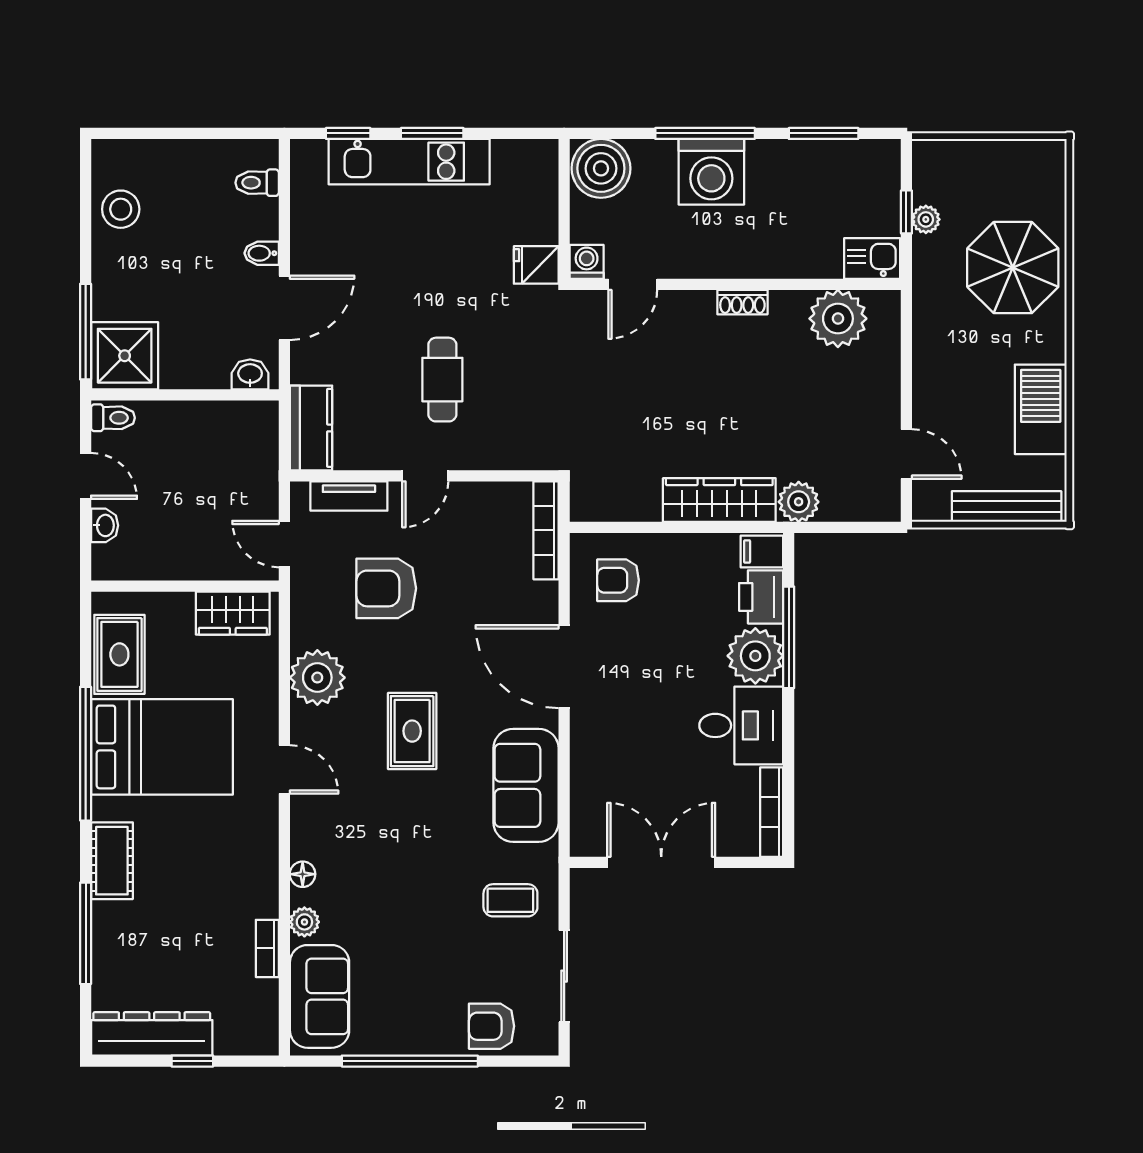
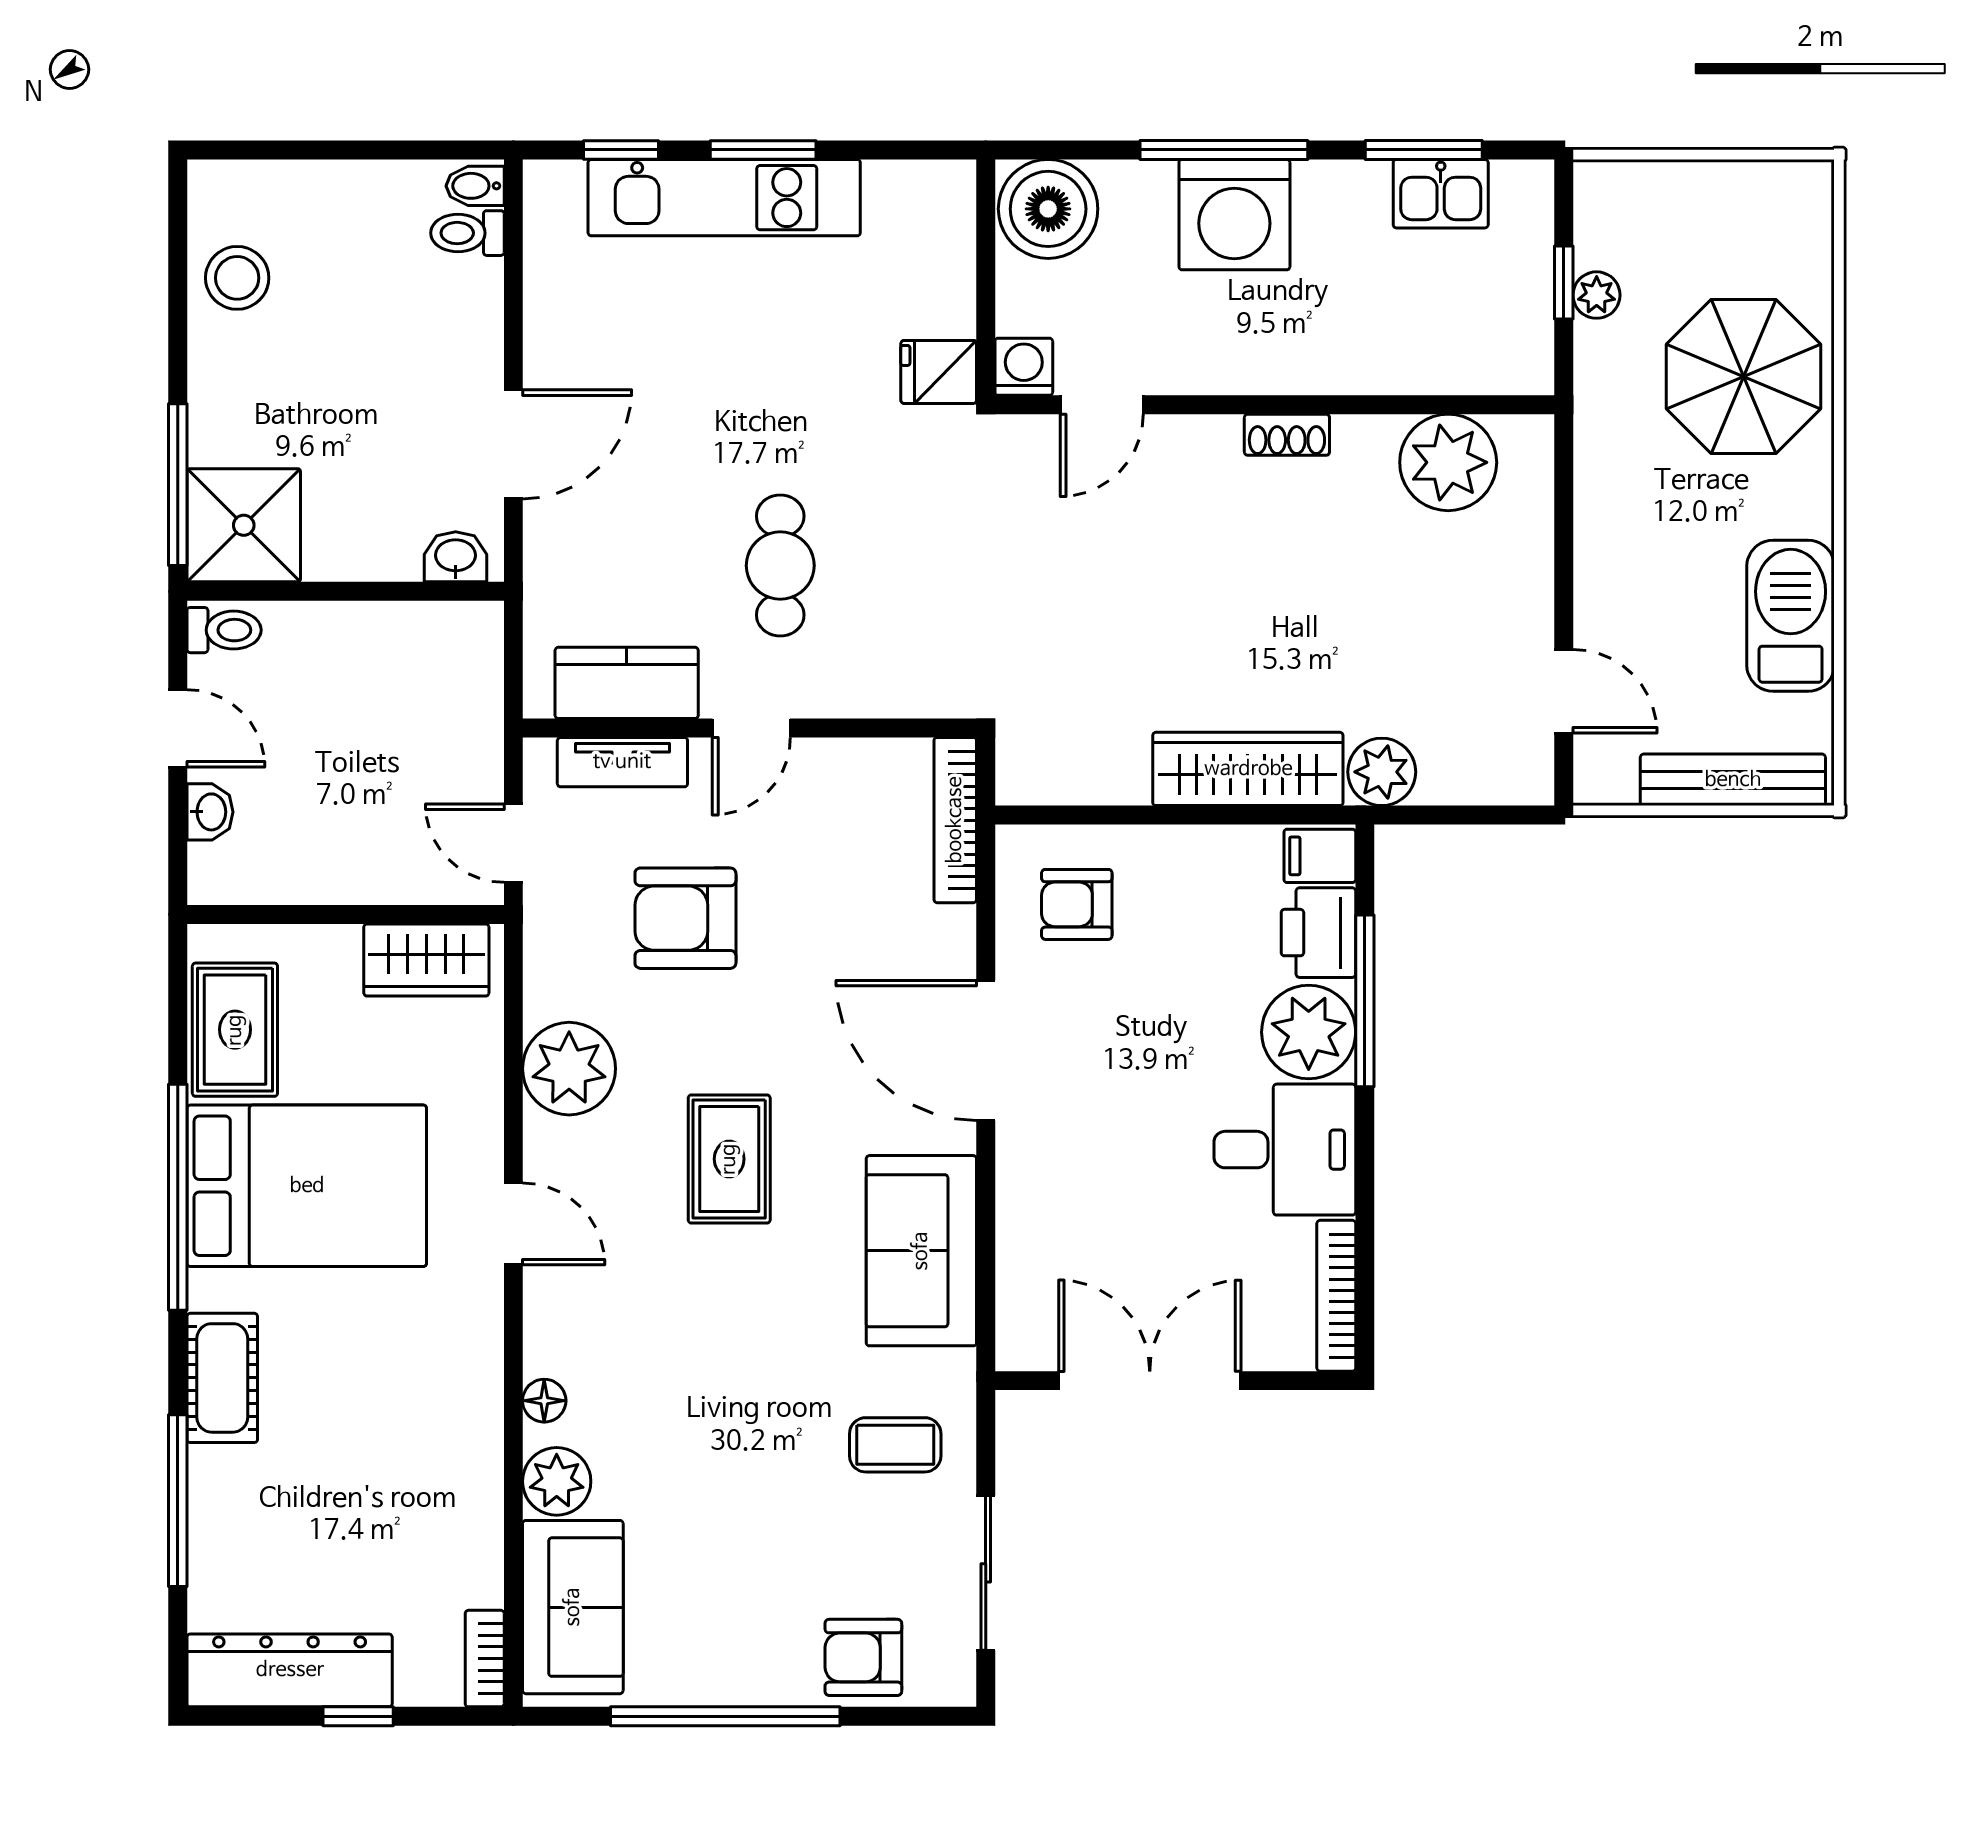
bidet: (262, 253) -> (475, 186), moved
kitchen sink: (872, 258) -> (1441, 194), moved, turned 180
kitchen counter: (311, 428) -> (627, 683), moved, turned -90
plant: (304, 922) -> (557, 1481), width x1.38, depth x1.38
bookcase: (267, 948) -> (485, 1659), moved

